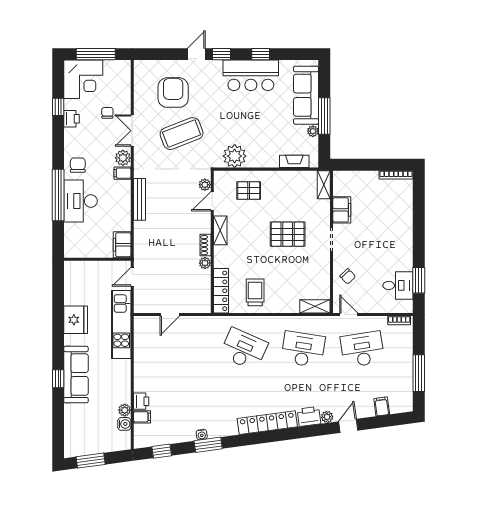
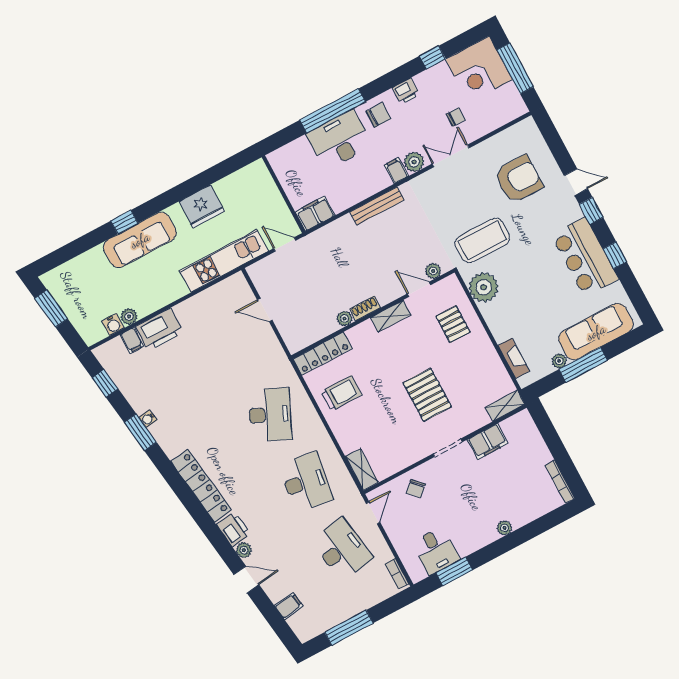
printer: (71, 119) -> (406, 91), moved
coffee table: (182, 134) -> (482, 240), moved, turned -69
plant: (407, 230) -> (504, 528), added
printer: (141, 401) -> (159, 330), width x1.87, depth x1.48

